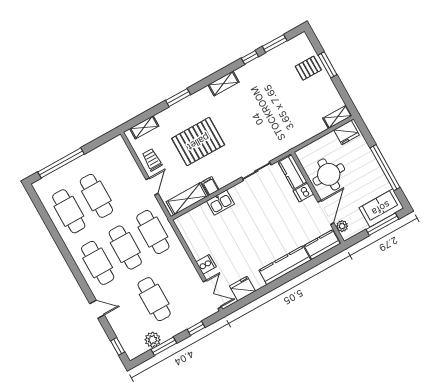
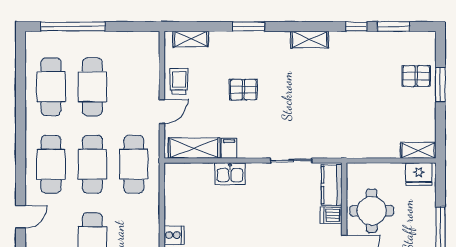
pallet: (198, 142) -> (243, 90), width x0.49, depth x0.50
door: (97, 309) -> (21, 217), hinge flipped

